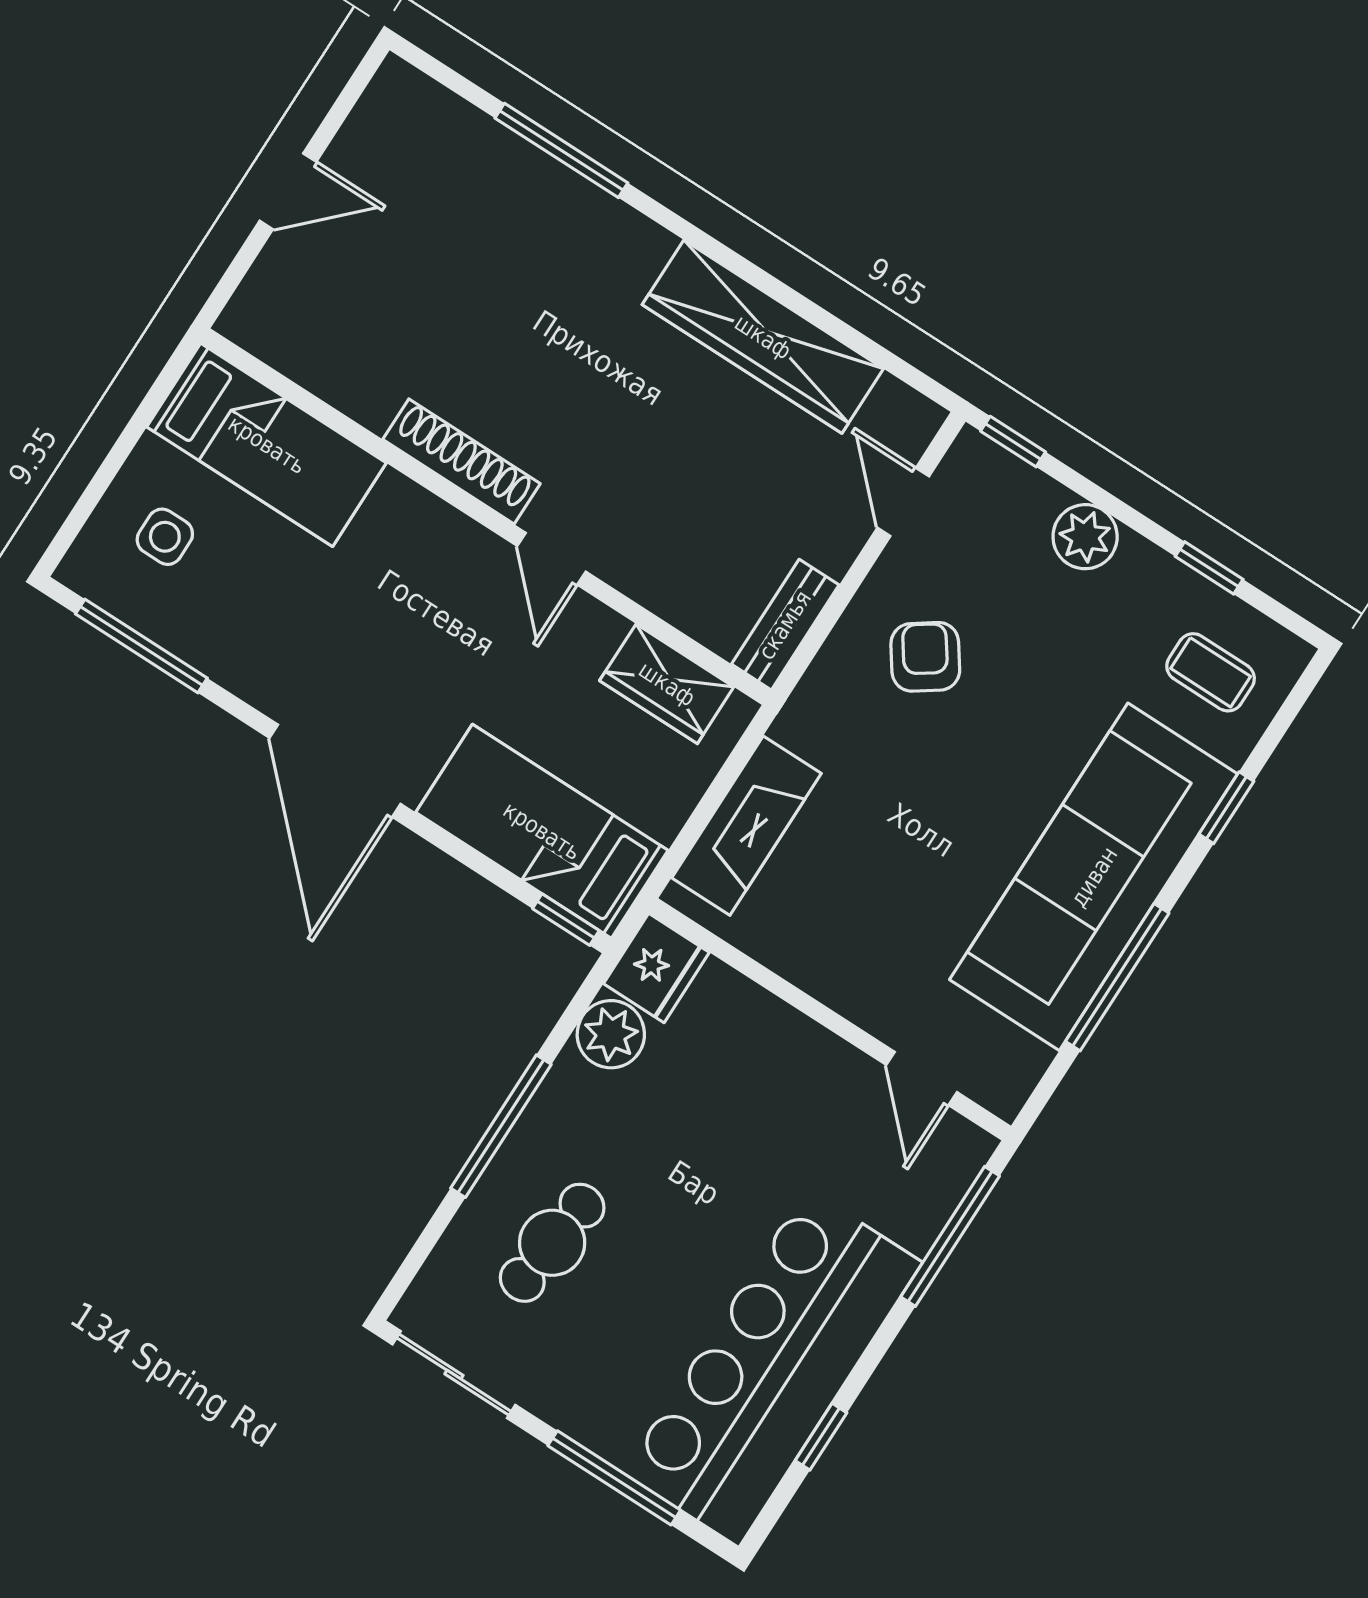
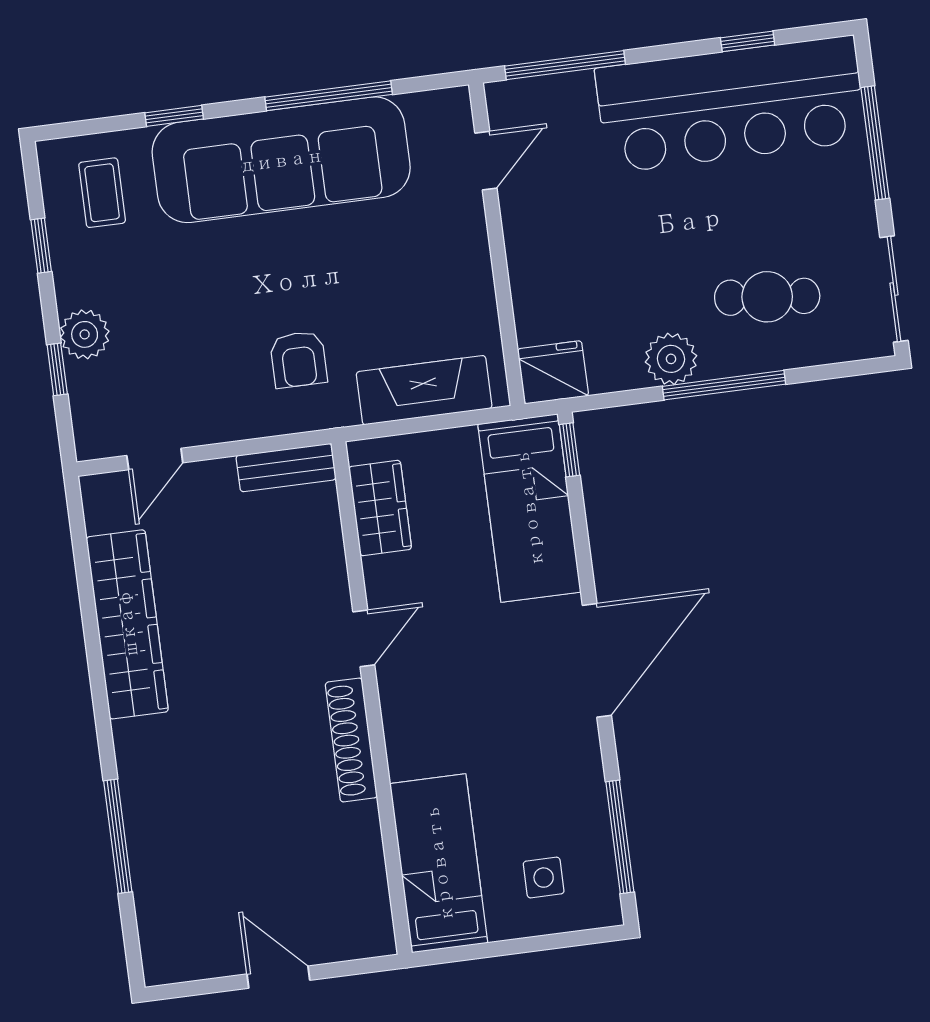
window: (1013, 442) -> (57, 369), moved
armchair: (925, 657) -> (299, 359), moved, turned -55
plant: (611, 1034) -> (671, 359), moved

